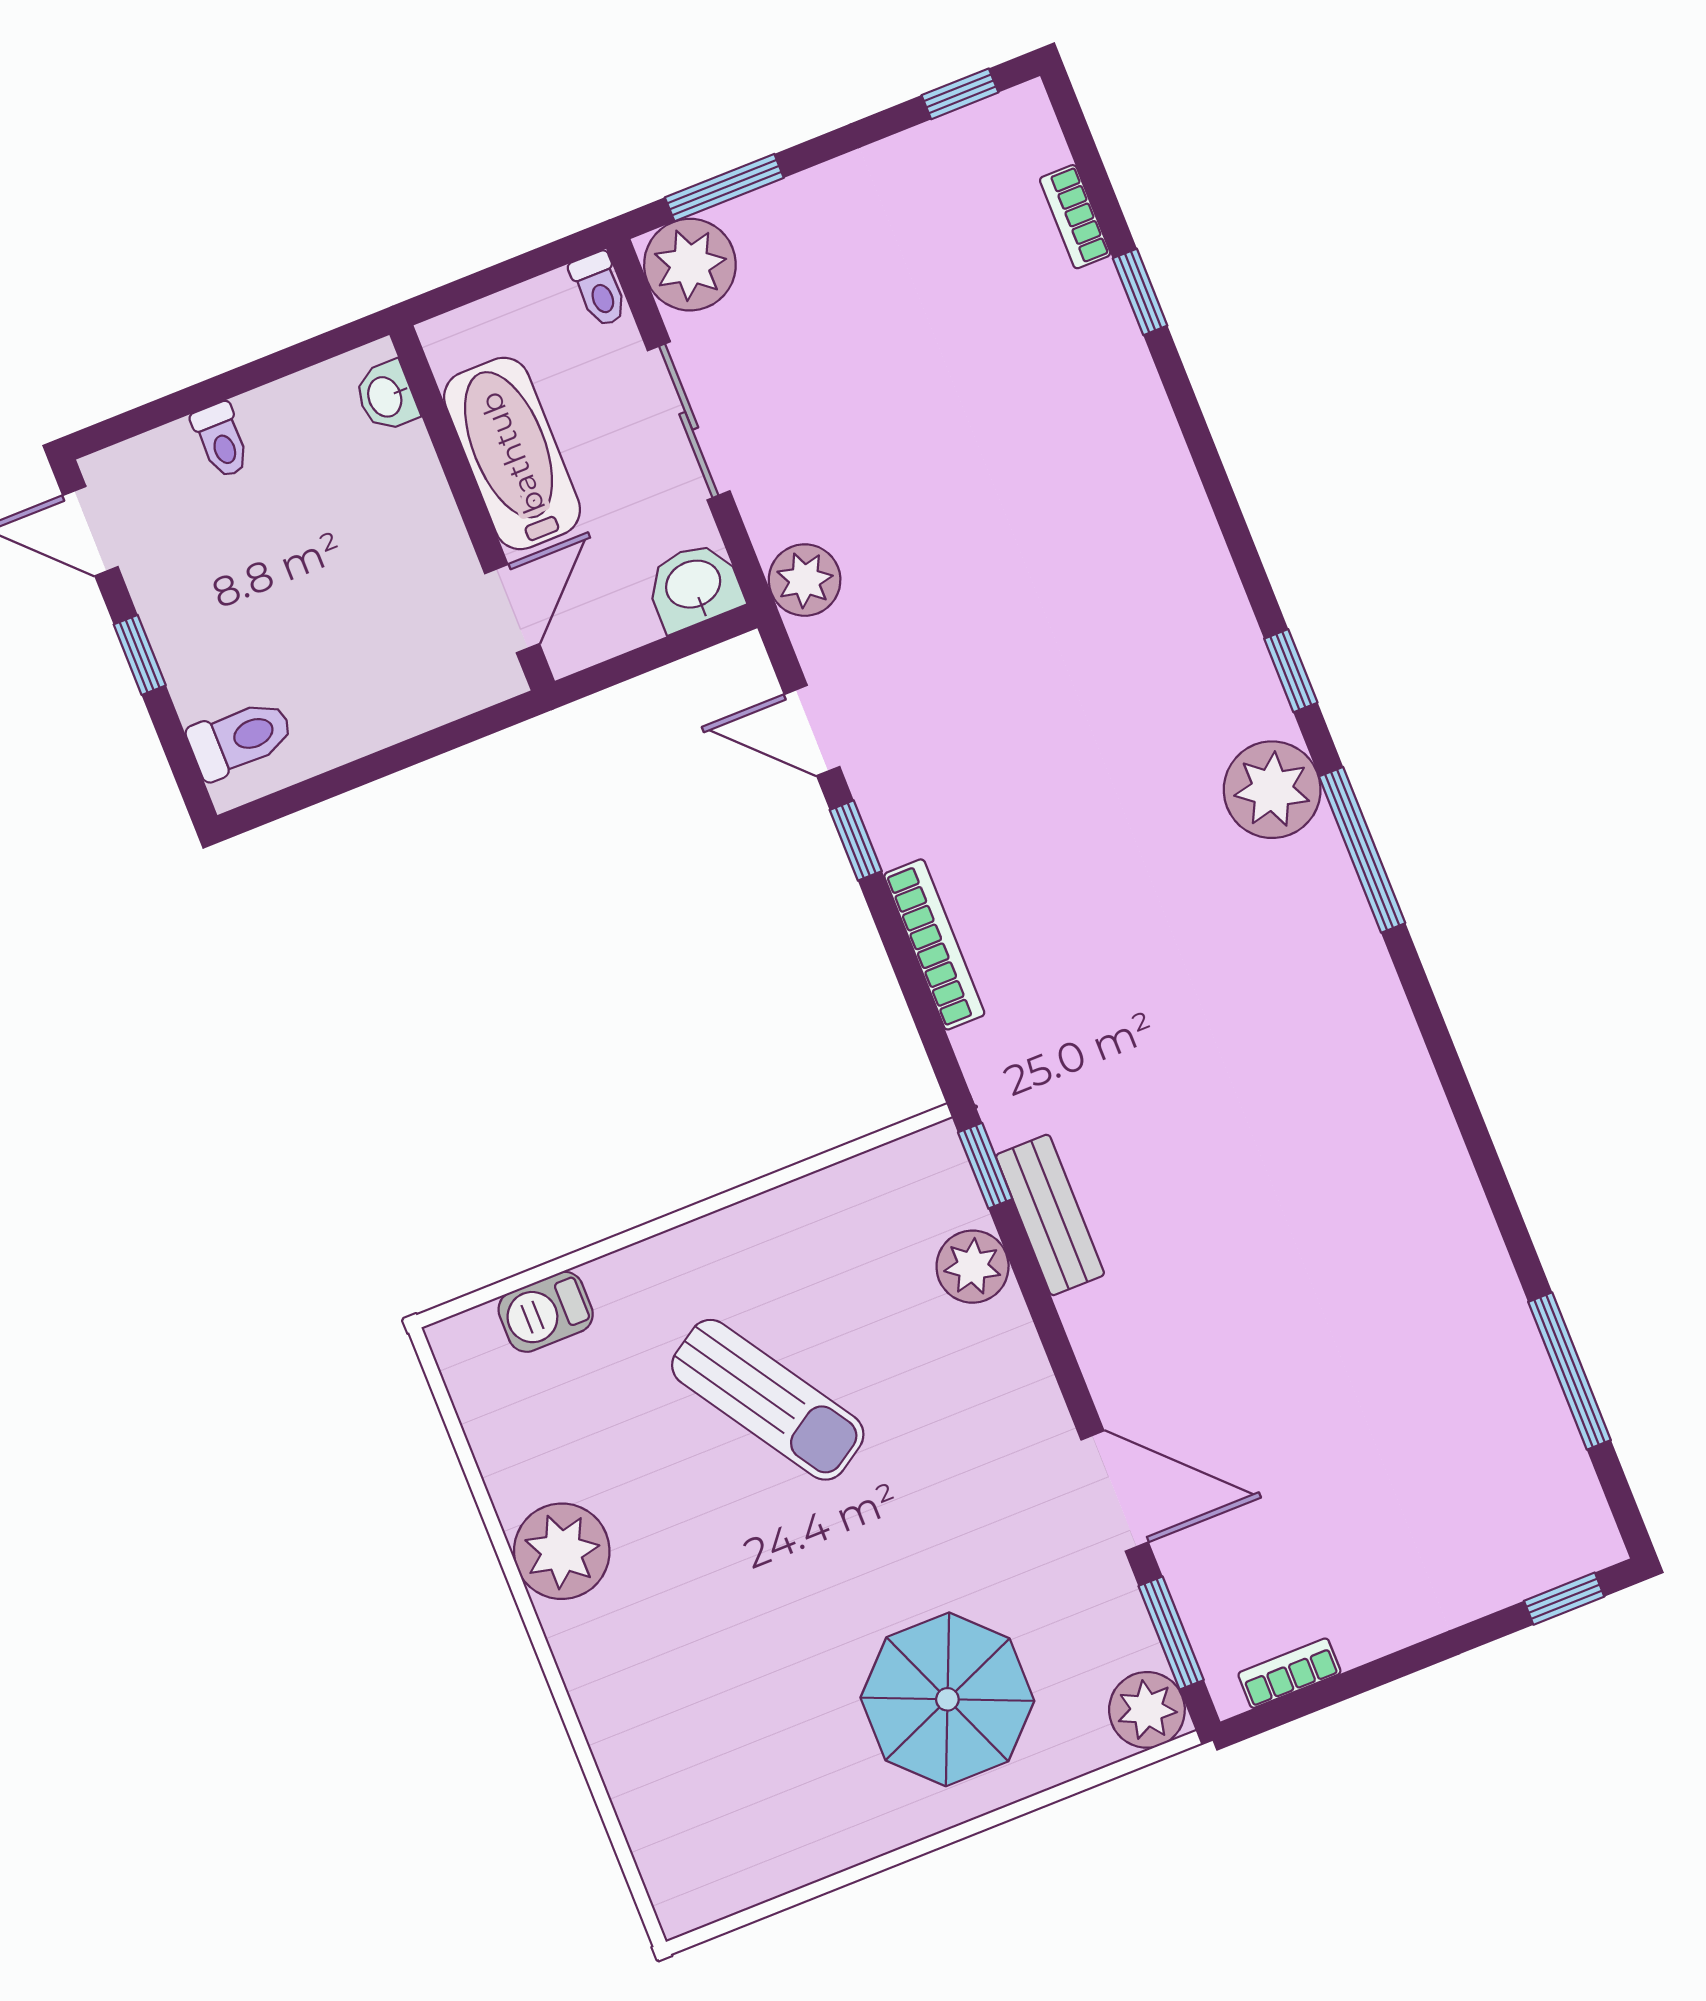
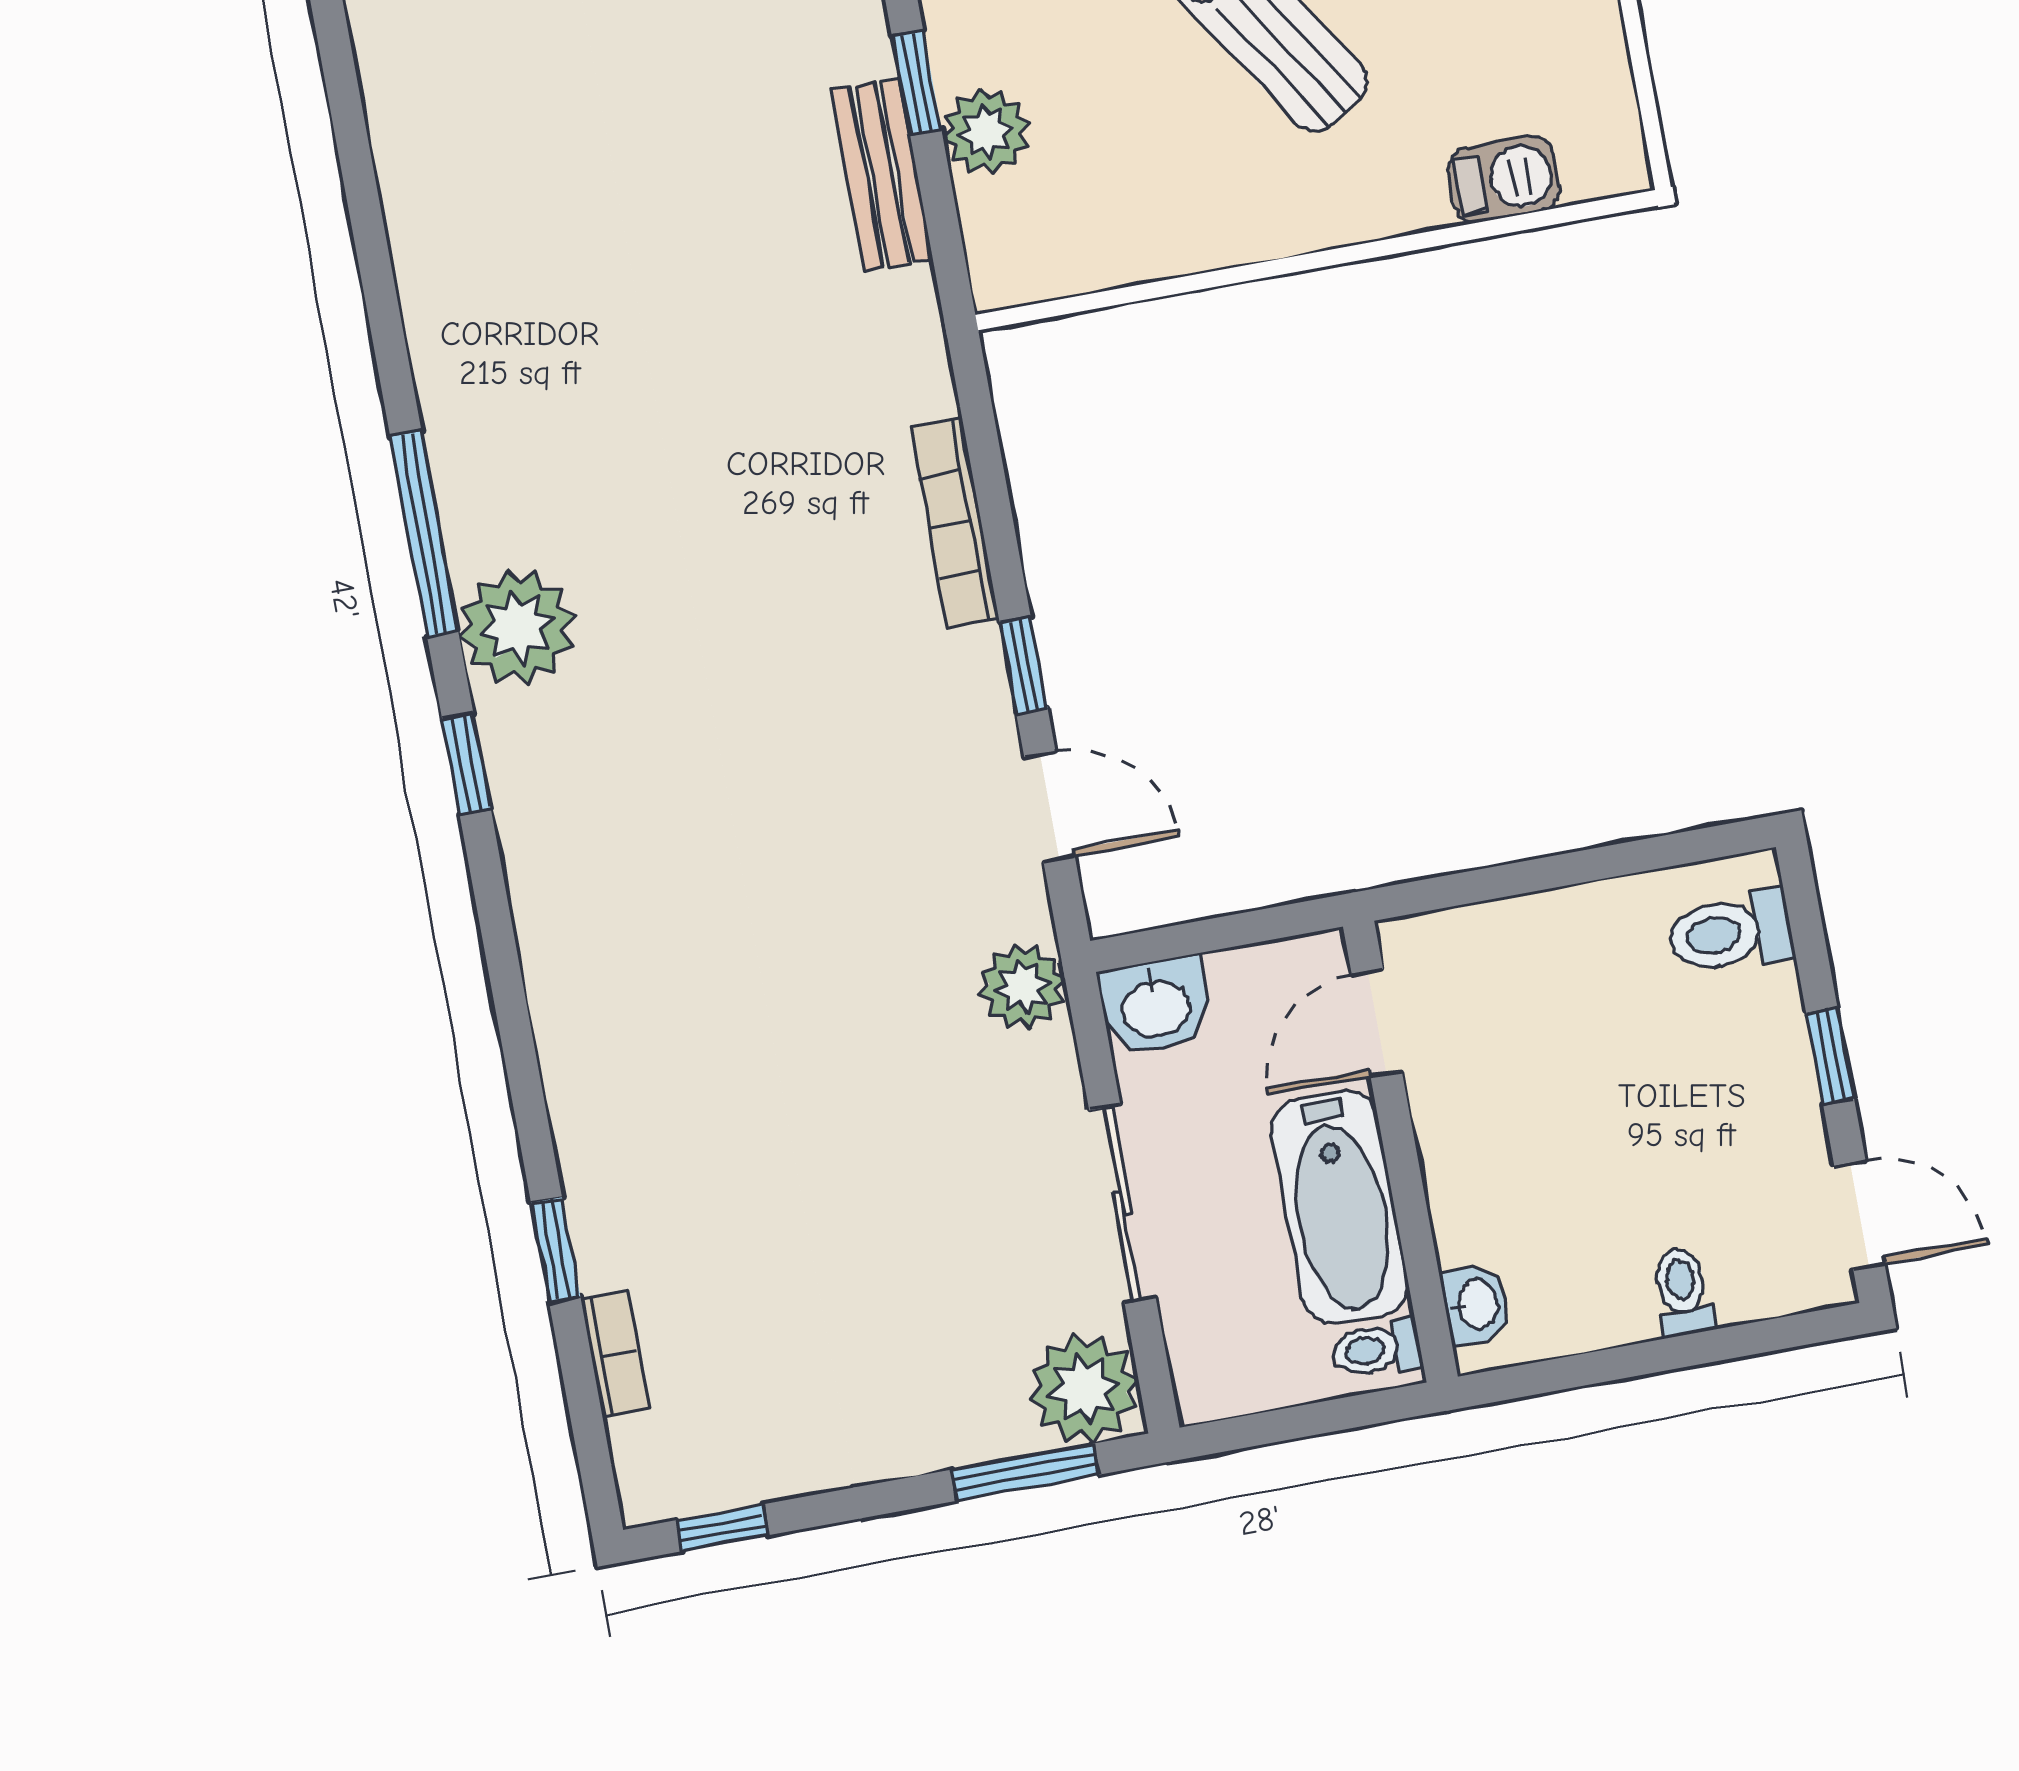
toilet: (599, 289) -> (1377, 1349), moved, turned -90
window: (985, 1166) -> (917, 83), moved

